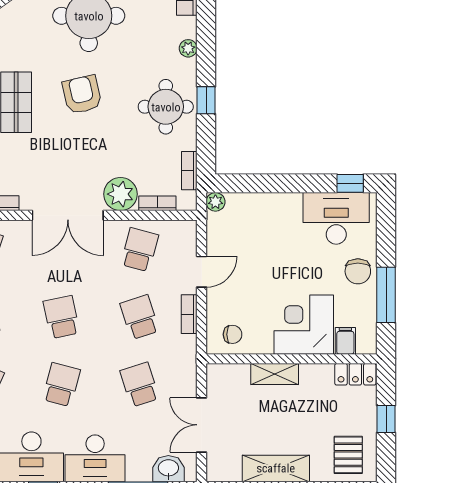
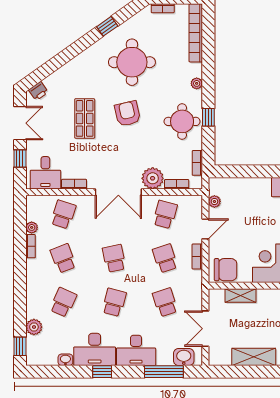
plant: (215, 202) -> (214, 201), moved
chair: (233, 334) -> (226, 270), width x1.87, depth x1.87
shelving: (275, 374) -> (241, 295), moved

